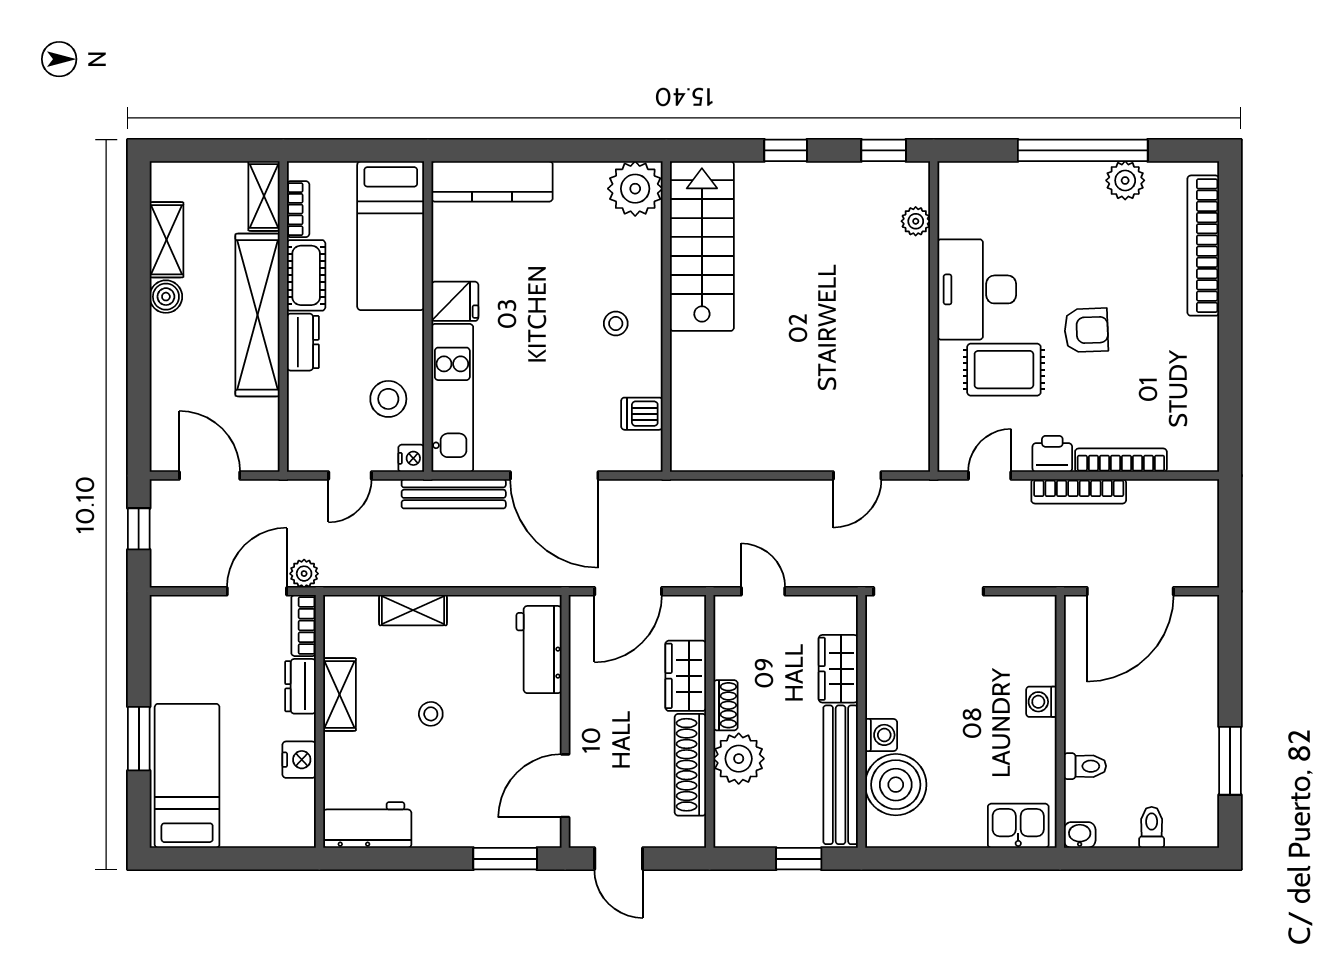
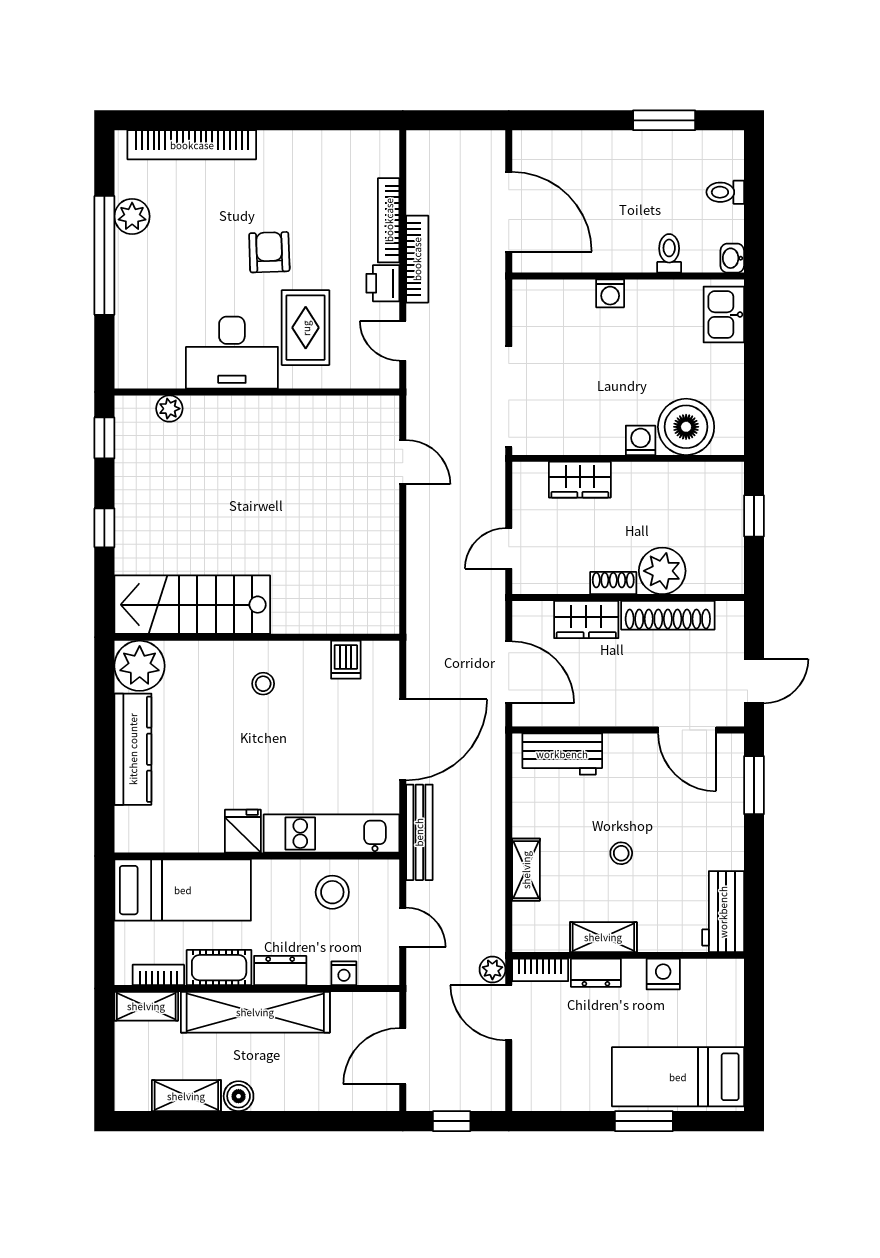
kitchen counter: (492, 181) -> (133, 749), moved
nightstand: (411, 458) -> (344, 973), moved, turned 180
bench: (841, 775) -> (677, 477), removed

